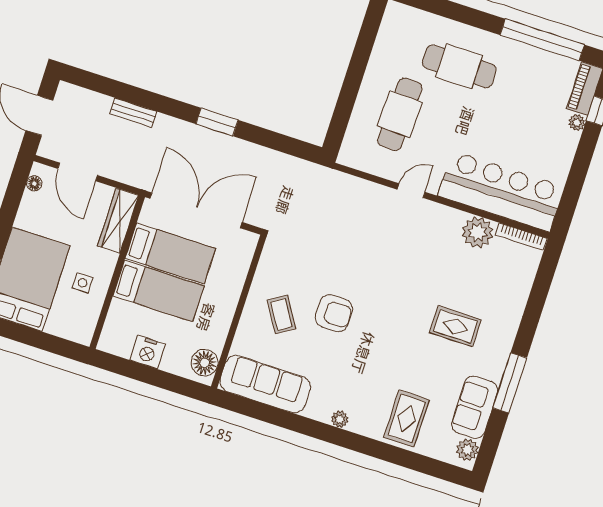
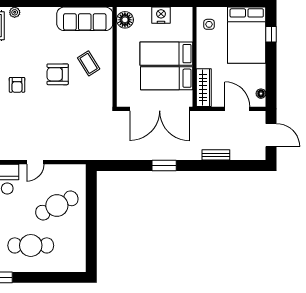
cafe table: (400, 114) -> (57, 206), turned 61
side table: (83, 283) -> (209, 24), moved
armchair: (401, 317) -> (17, 85), added
plant: (340, 419) -> (15, 12), moved

